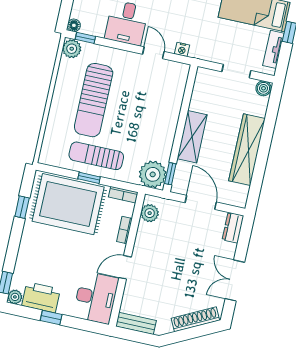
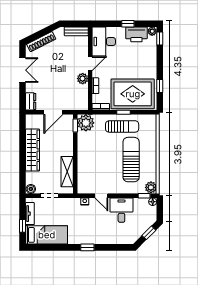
shelving: (192, 137) -> (67, 172), moved
door: (201, 202) -> (53, 112), hinge flipped
plant: (150, 213) -> (83, 79), moved

